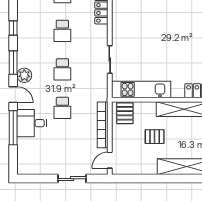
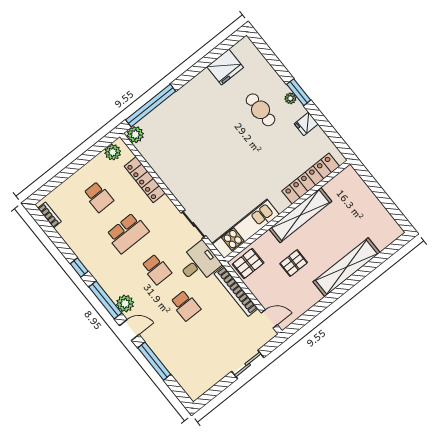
school desk: (62, 31) -> (127, 233), width x1.85
window: (13, 63) -> (105, 300), width x1.44
pallet: (125, 113) -> (248, 263), turned 90
desk: (32, 123) -> (199, 263), moved, turned 180
door: (110, 160) -> (269, 319), swing flipped

